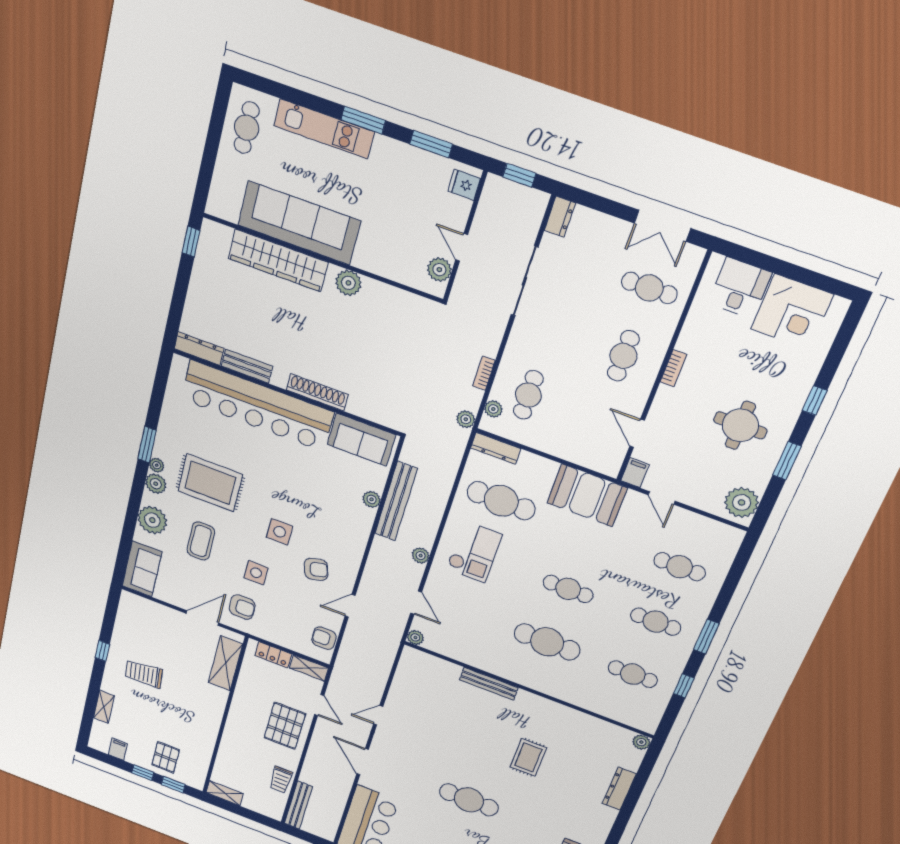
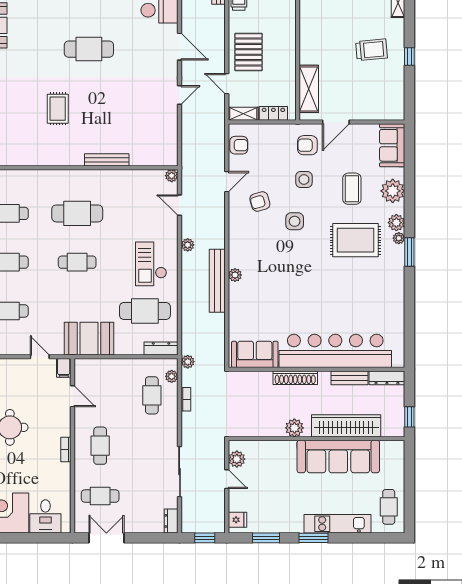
dresser: (199, 349) -> (387, 378), moved
bench: (247, 366) -> (350, 378), moved
wall: (287, 392) -> (317, 369), moved
shoe rack: (317, 392) -> (295, 378), moved
bar counter: (257, 406) -> (335, 351), moved
sofa: (361, 440) -> (255, 354), moved

